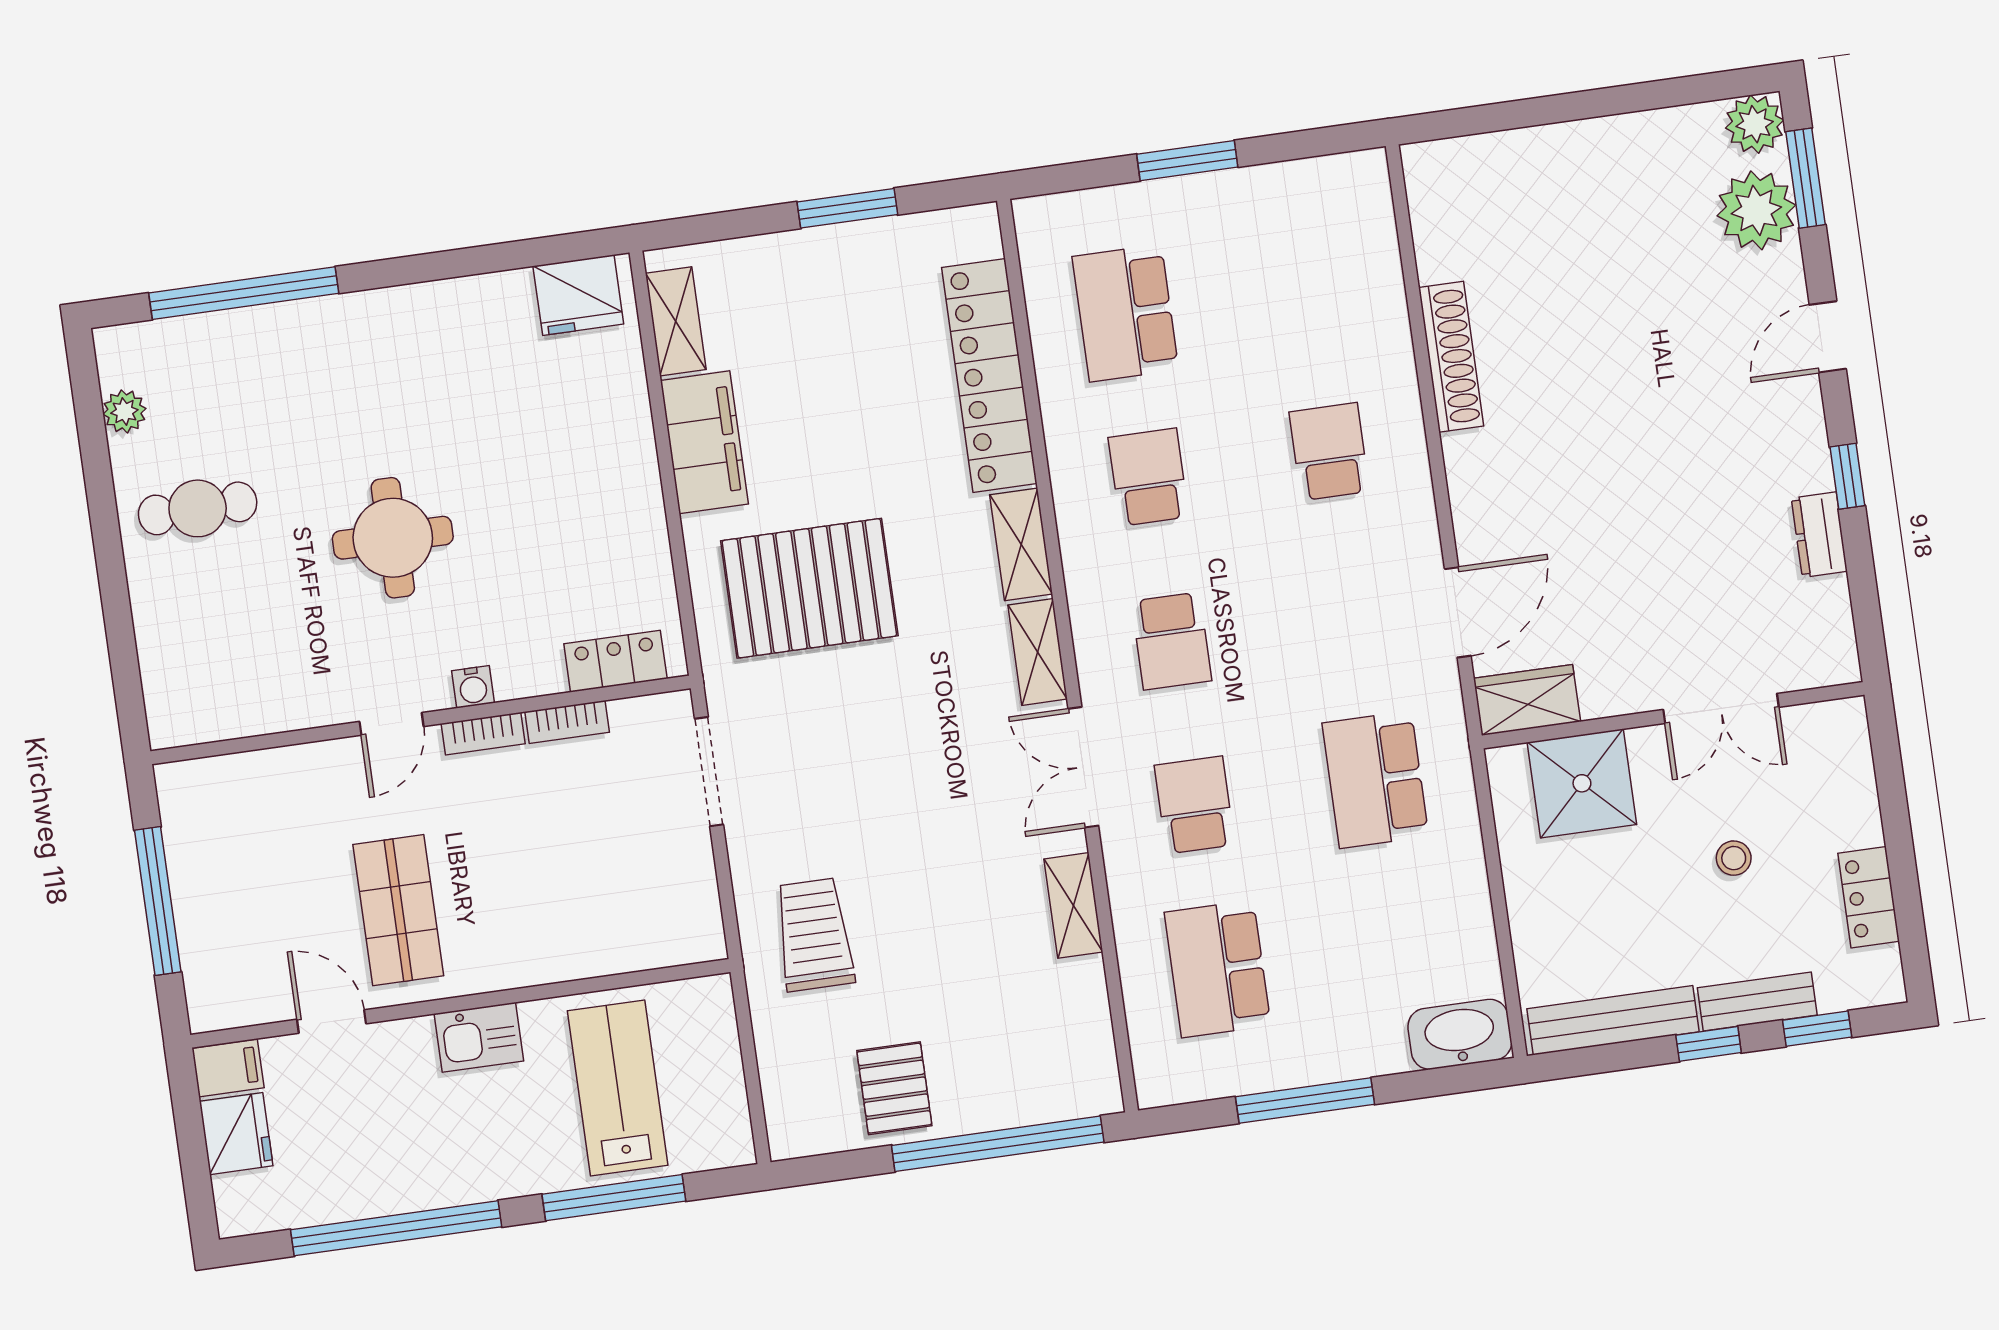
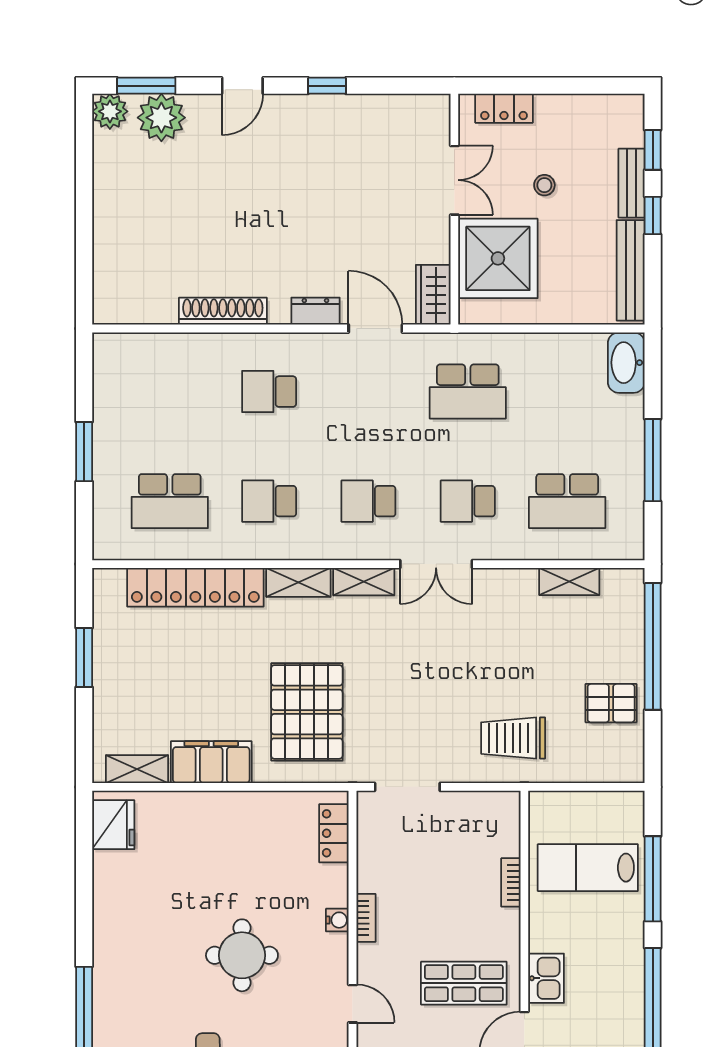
door: (1828, 337) -> (242, 86), hinge flipped
dresser: (1819, 535) -> (315, 311), moved, turned 180
school desk: (1171, 641) -> (368, 501), turned 180
bookcase: (567, 722) -> (511, 882), moved, turned 180
door: (391, 724) -> (353, 1004), moved
shower: (1582, 783) -> (498, 258), width x1.37, depth x1.37
locker: (1869, 897) -> (504, 108), moved
shelving: (1073, 905) -> (569, 582), moved
kitchen sink: (479, 1037) -> (546, 978), moved

